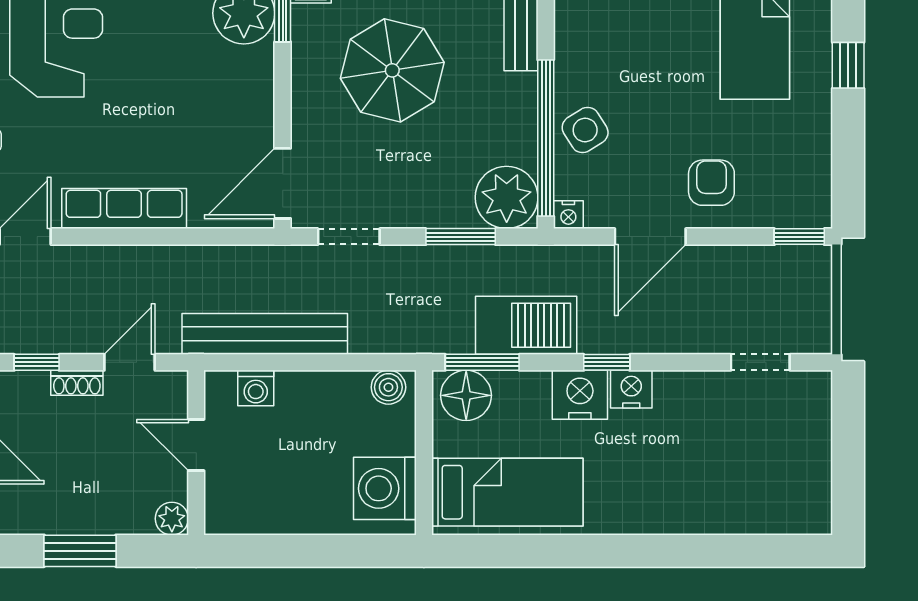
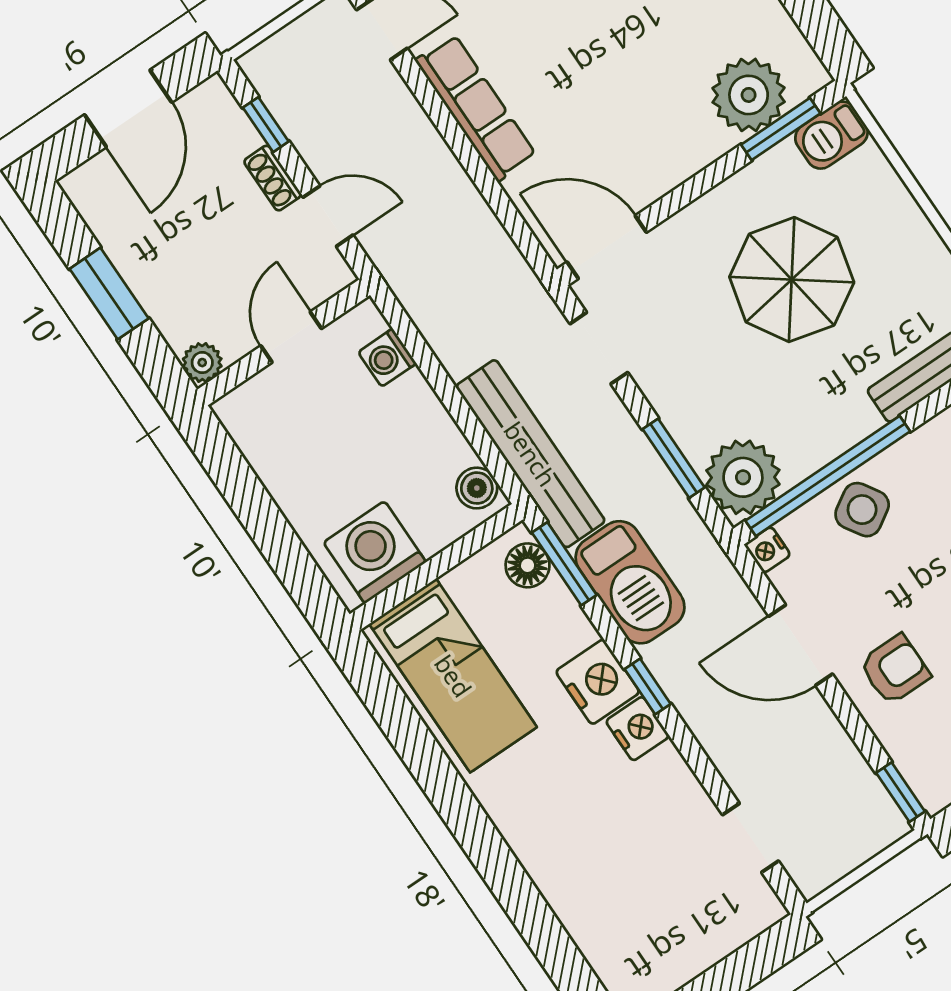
bench: (265, 334) -> (530, 454), moved
floor lamp: (466, 395) -> (528, 565), width x0.73, depth x0.73

